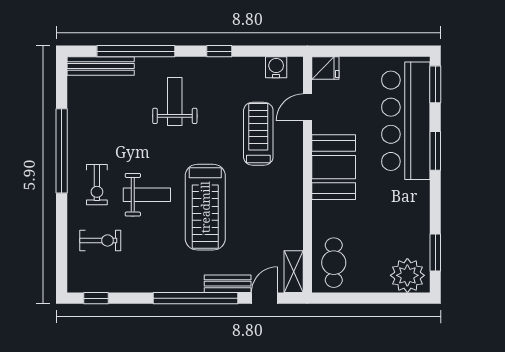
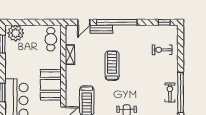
exercise bike: (97, 185) -> (170, 92), moved
weight bench: (147, 195) -> (140, 72), removed
treadmill: (205, 207) -> (112, 66), width x0.73, depth x0.73
shelving: (294, 272) -> (70, 55), moved

